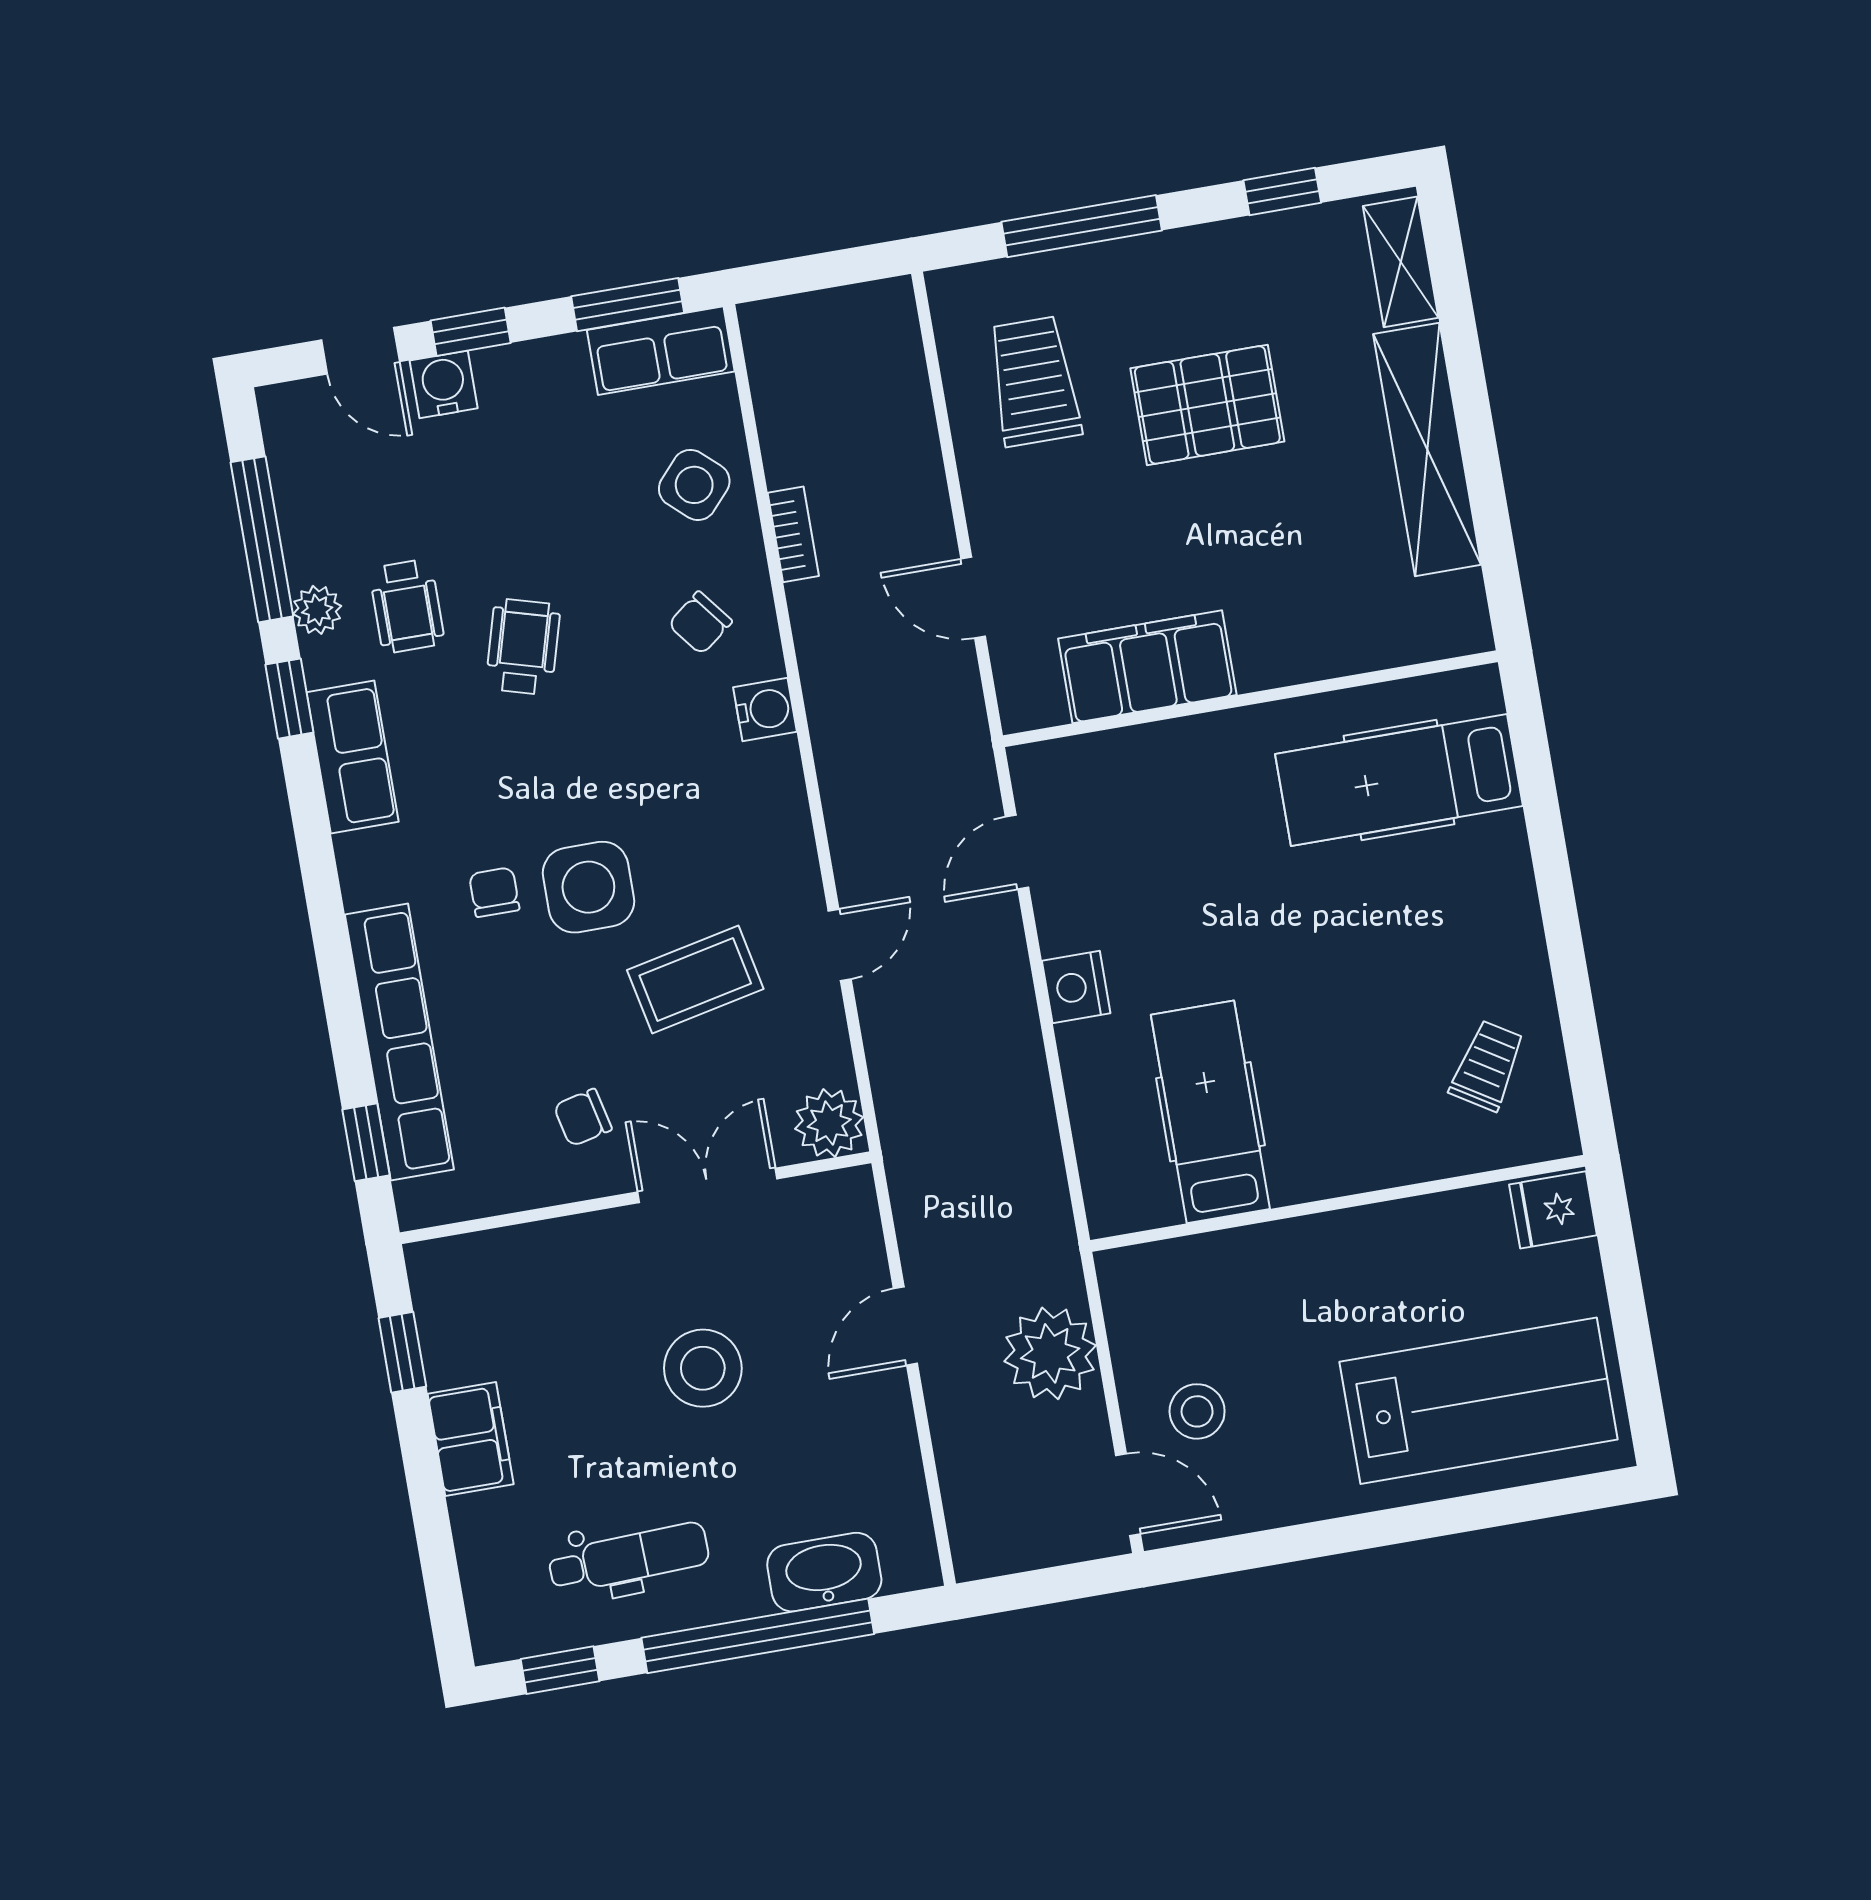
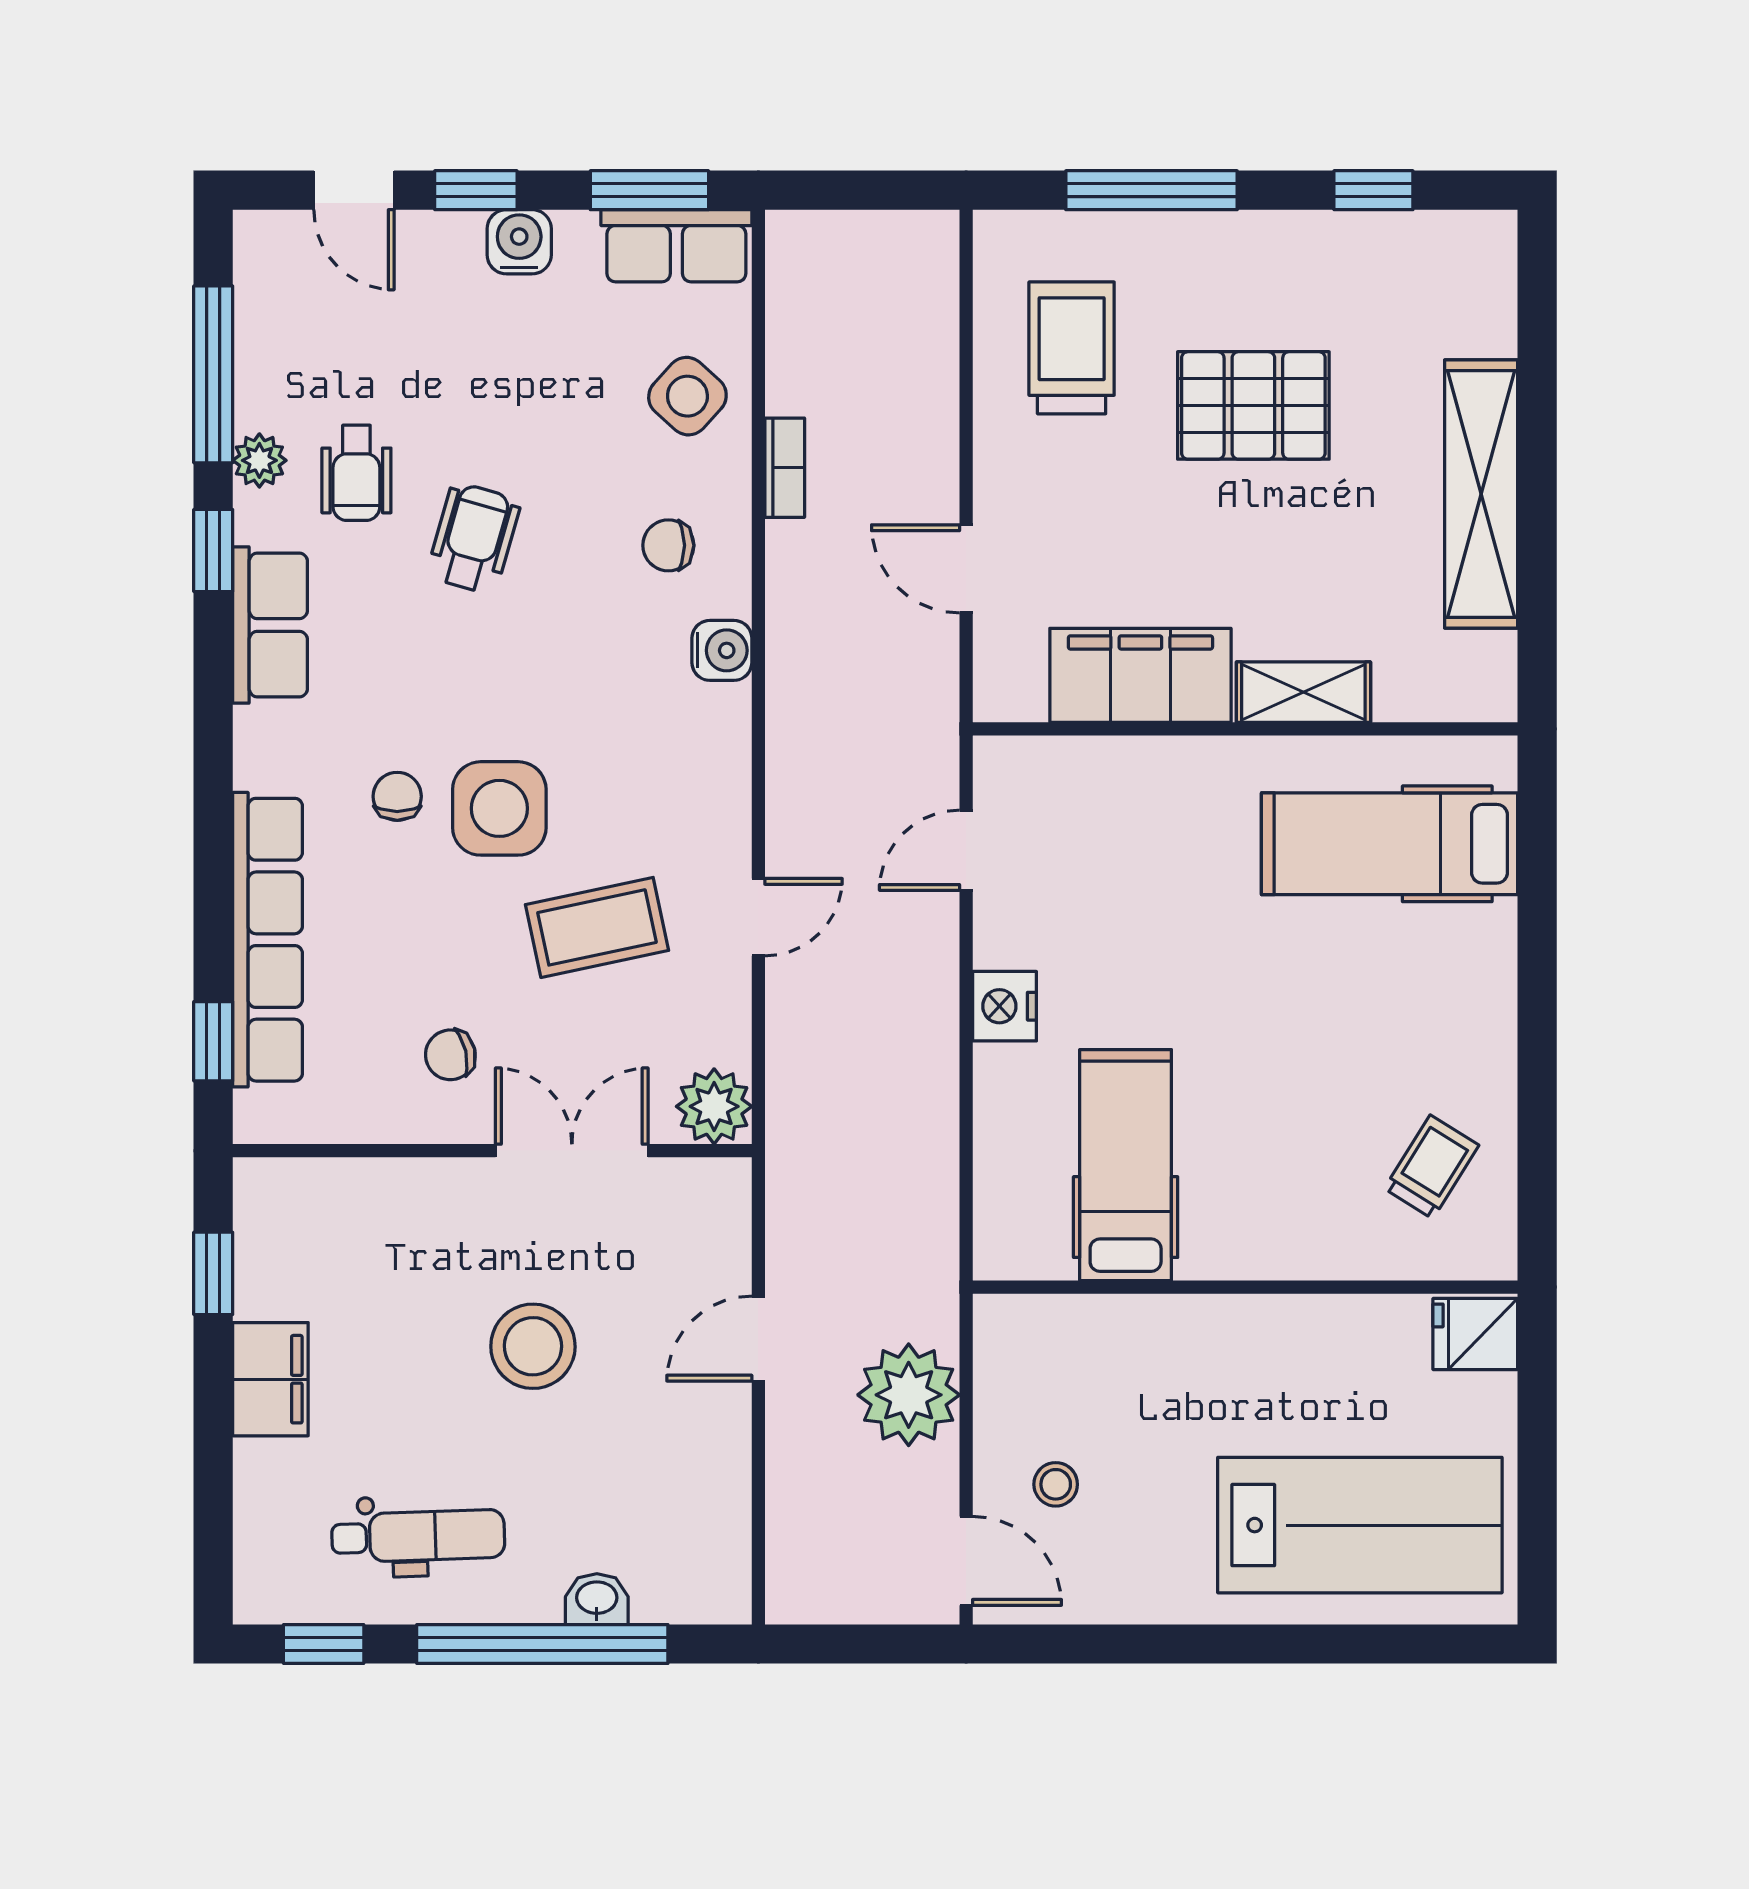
shelving: (1401, 262) -> (1303, 692), moved, turned 90
water cooler: (444, 384) -> (519, 242), moved
chair: (700, 623) -> (668, 545), turned 38
stool: (1197, 1411) -> (1056, 1484), width x0.73, depth x0.73
washbasin: (824, 1572) -> (597, 1599), width x0.52, depth x0.69

